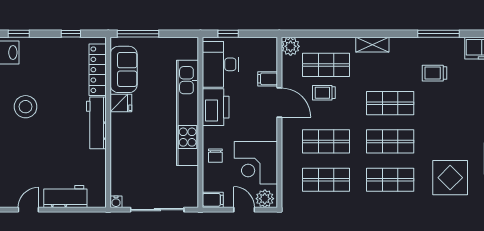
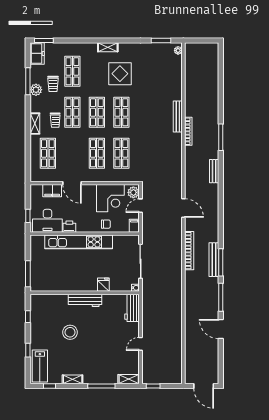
plant: (291, 46) -> (36, 90), moved
sofa: (124, 69) -> (51, 283), removed
locker: (98, 70) -> (51, 300), removed
filing cabinet: (268, 79) -> (52, 191), width x2.00
trolley: (324, 93) -> (55, 120), moved
fridge: (121, 103) -> (103, 285), moved
door: (279, 103) -> (72, 183), swing flipped
shop shelf: (454, 103) -> (72, 71), added
stool: (26, 107) -> (70, 332), moved
printer: (216, 107) -> (69, 227), width x0.53, depth x0.68
workbench: (65, 196) -> (132, 308), moved
door: (28, 210) -> (140, 344), hinge flipped

